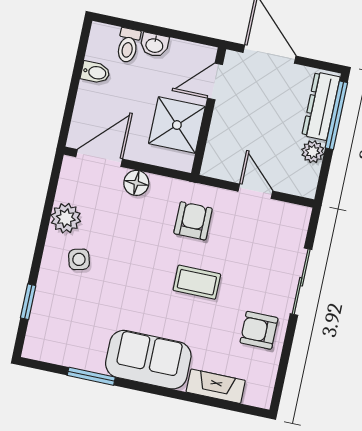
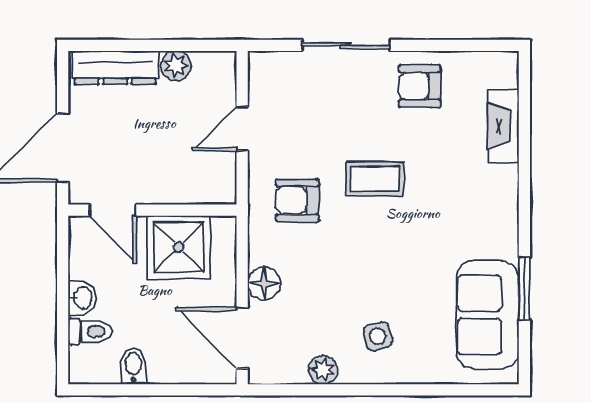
window: (336, 115) -> (123, 45), removed
plant: (66, 218) -> (323, 370), width x0.73, depth x0.73
coffee table: (197, 282) -> (375, 179), turned 90
window: (28, 302) -> (446, 390), removed
armchair: (259, 330) -> (420, 86), turned 90
sofa: (148, 360) -> (488, 315), moved

